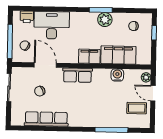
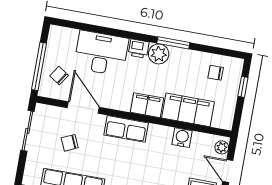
printer: (27, 17) -> (139, 49), moved
plant: (105, 20) -> (159, 54), moved

